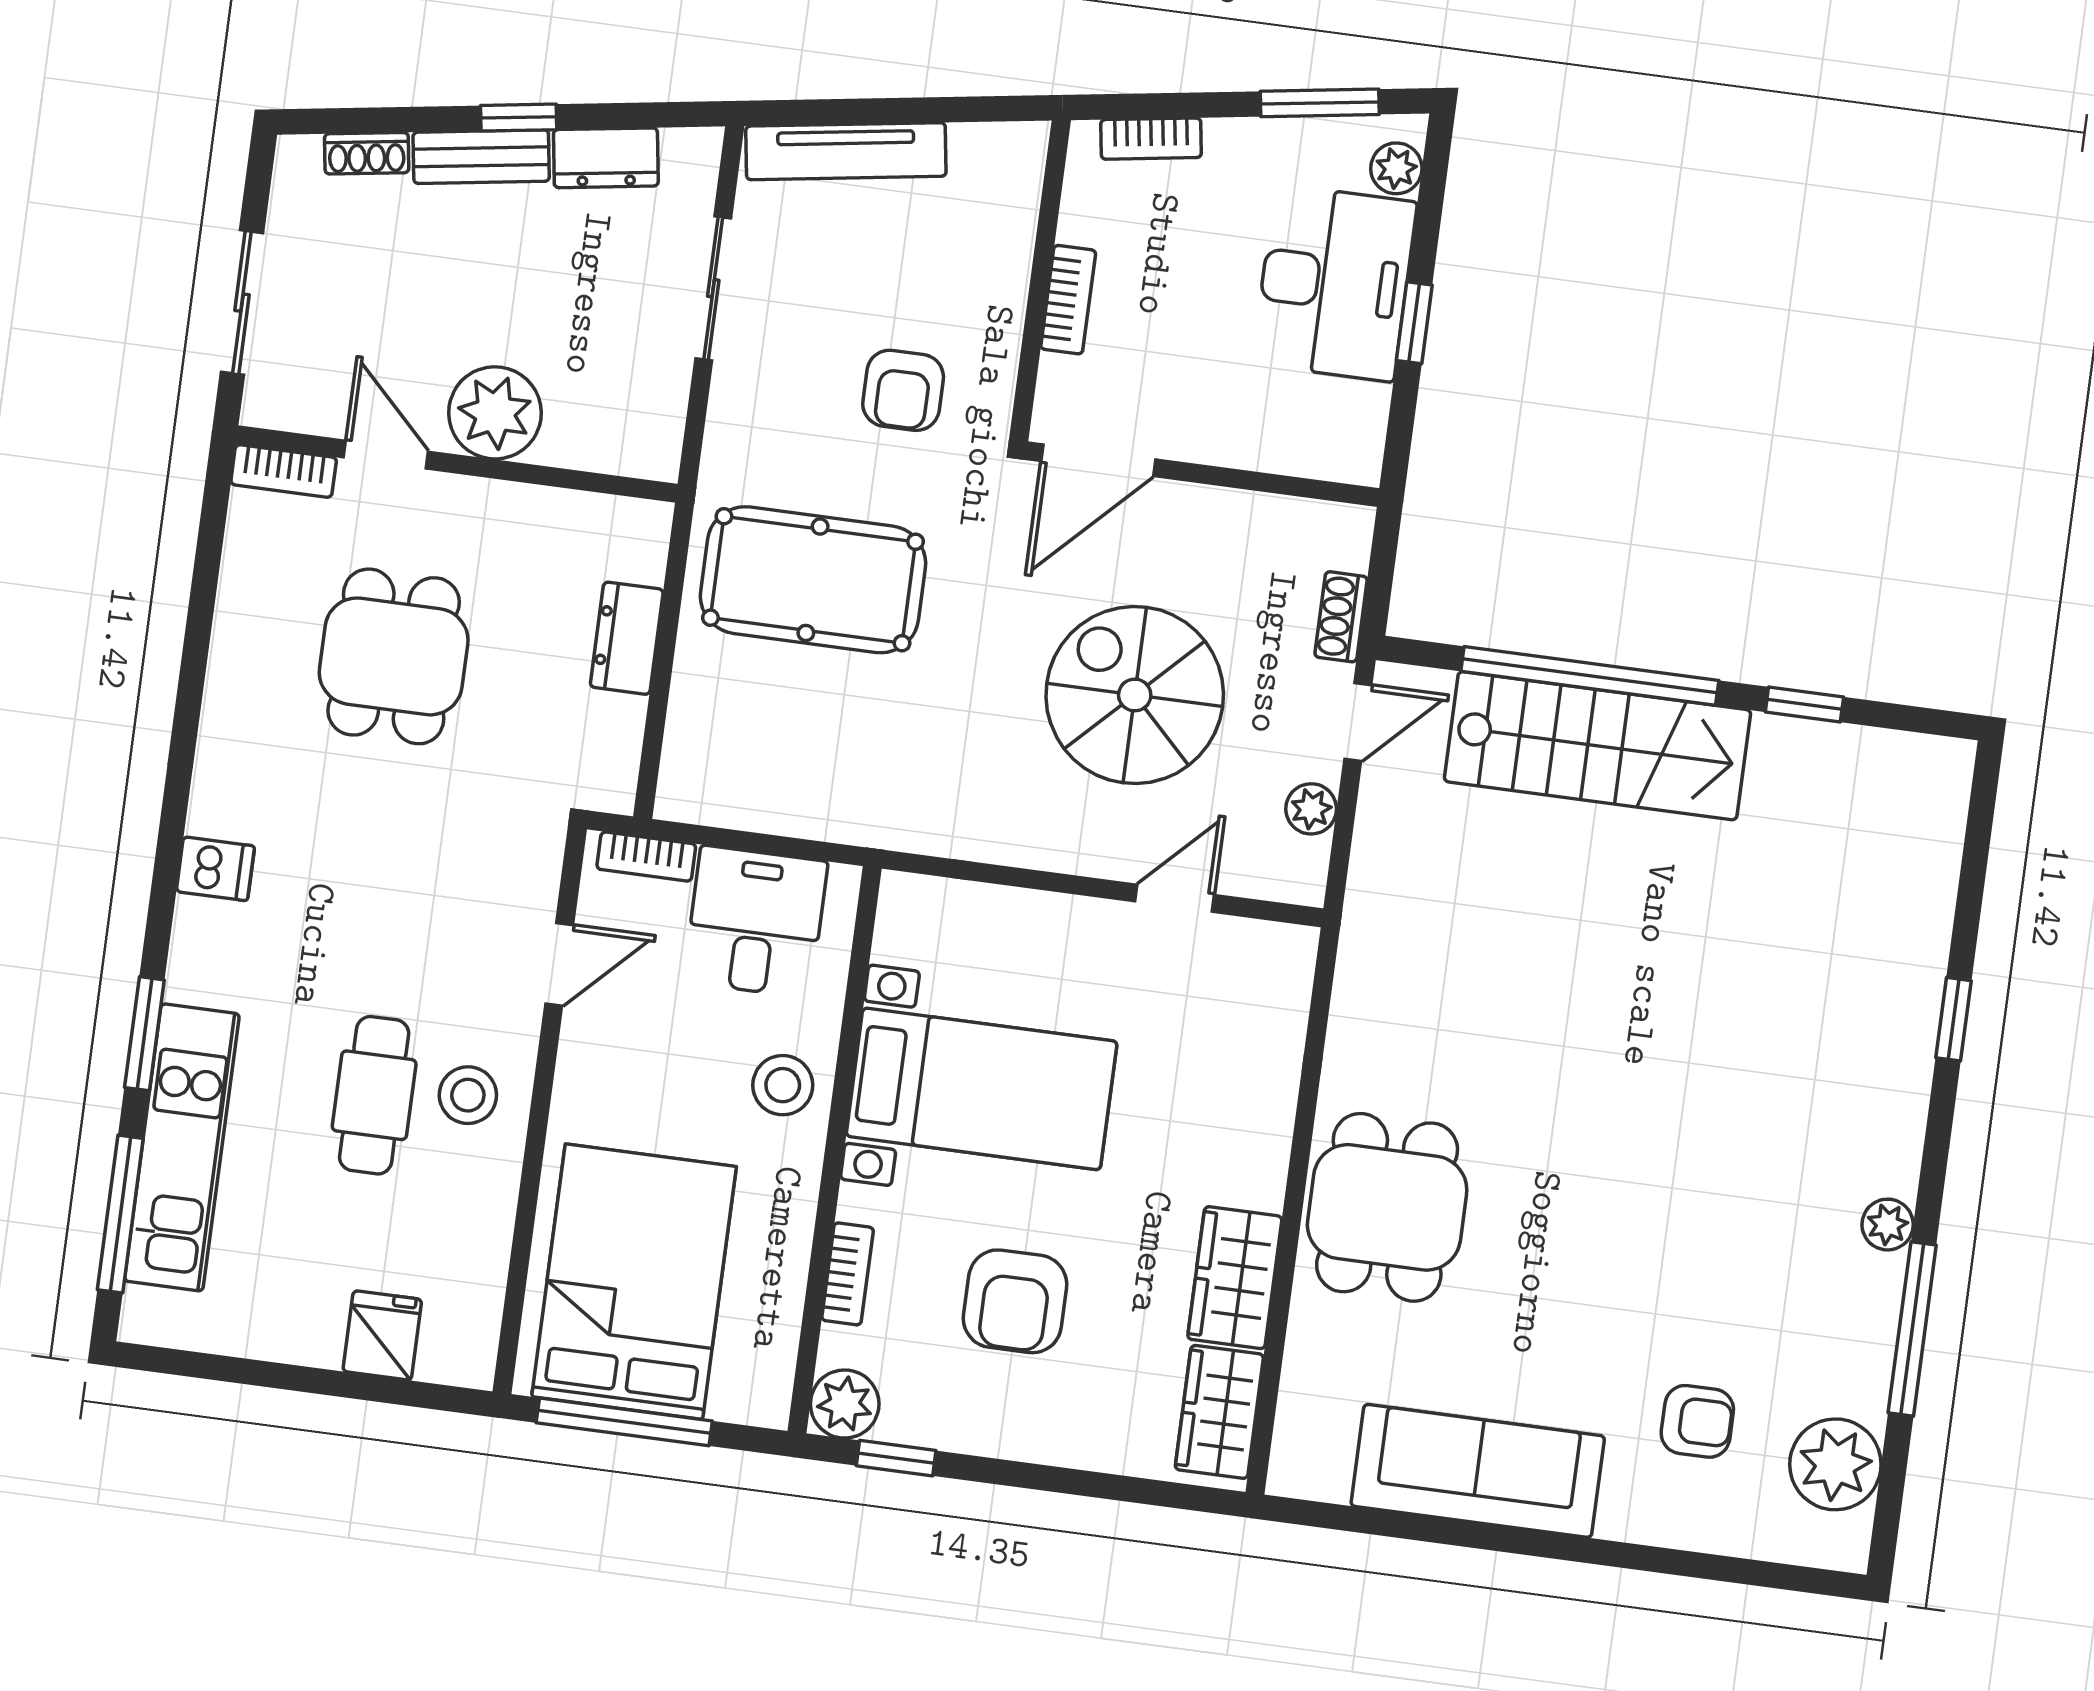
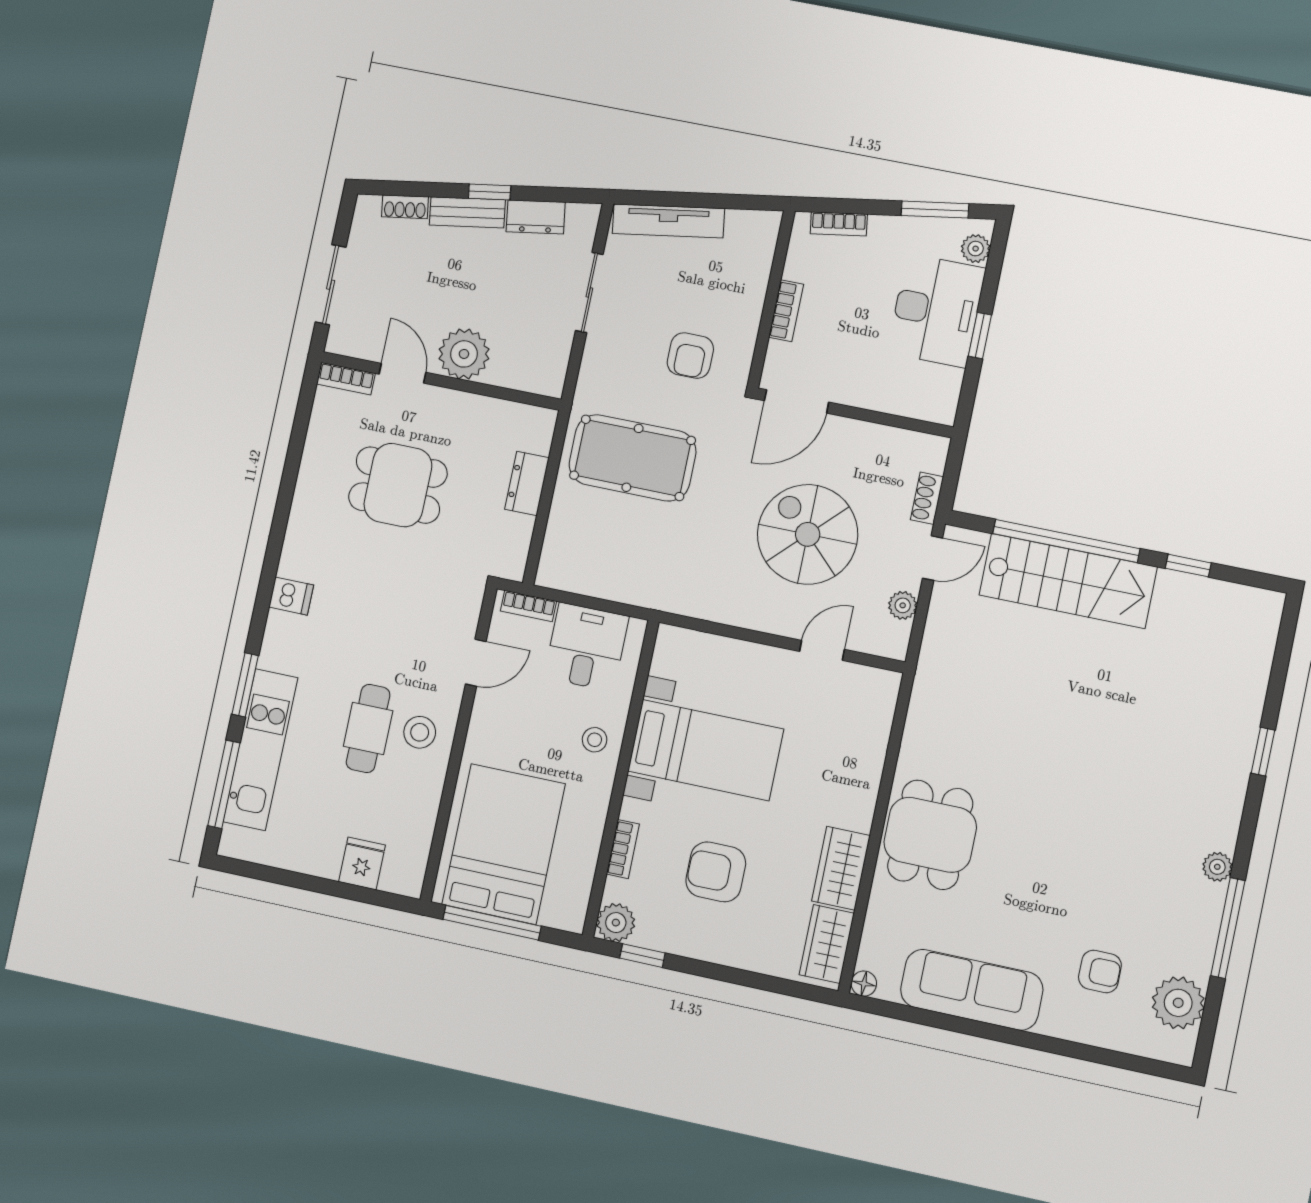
dining table: (394, 656) -> (398, 485), turned 90
stool: (783, 1085) -> (595, 740), width x0.73, depth x0.73
armchair: (1015, 1301) -> (716, 872), turned 90
floor lamp: (1289, 1475) -> (864, 984), added

